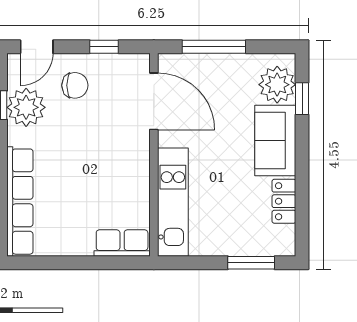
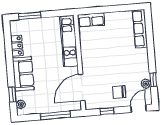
plant: (277, 85) -> (21, 104), width x0.53, depth x0.53
door: (154, 101) -> (82, 88), hinge flipped
plant: (26, 107) -> (146, 84), width x0.53, depth x0.53
row of seats: (20, 202) -> (140, 29), width x0.73

